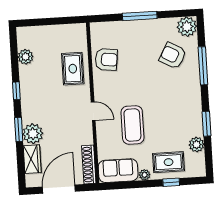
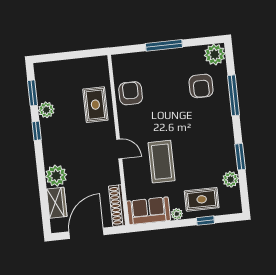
armchair: (173, 56) -> (201, 86), turned -119
plant: (26, 57) -> (46, 110), moved
armchair: (106, 59) -> (131, 93), turned -97
window: (19, 129) -> (33, 93), moved

